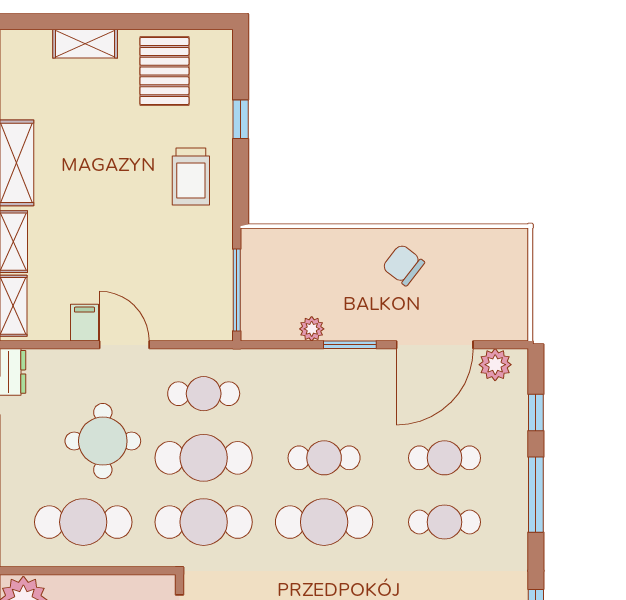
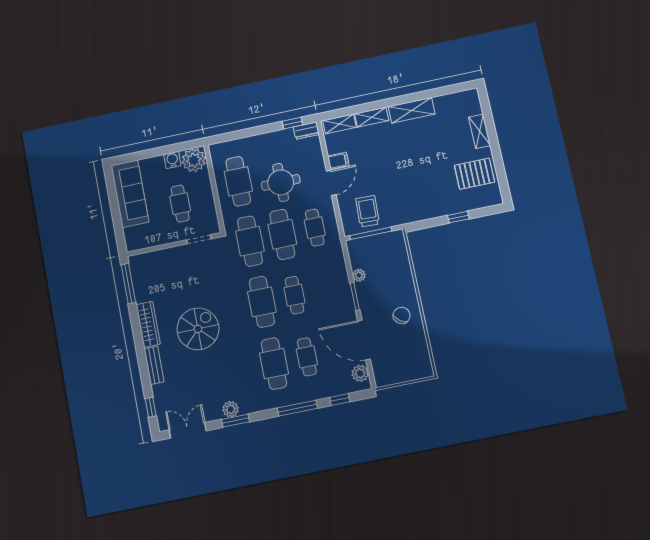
trolley: (191, 176) -> (368, 211), moved, turned 92
cafe table: (444, 522) -> (274, 364), width x1.37, depth x1.35

